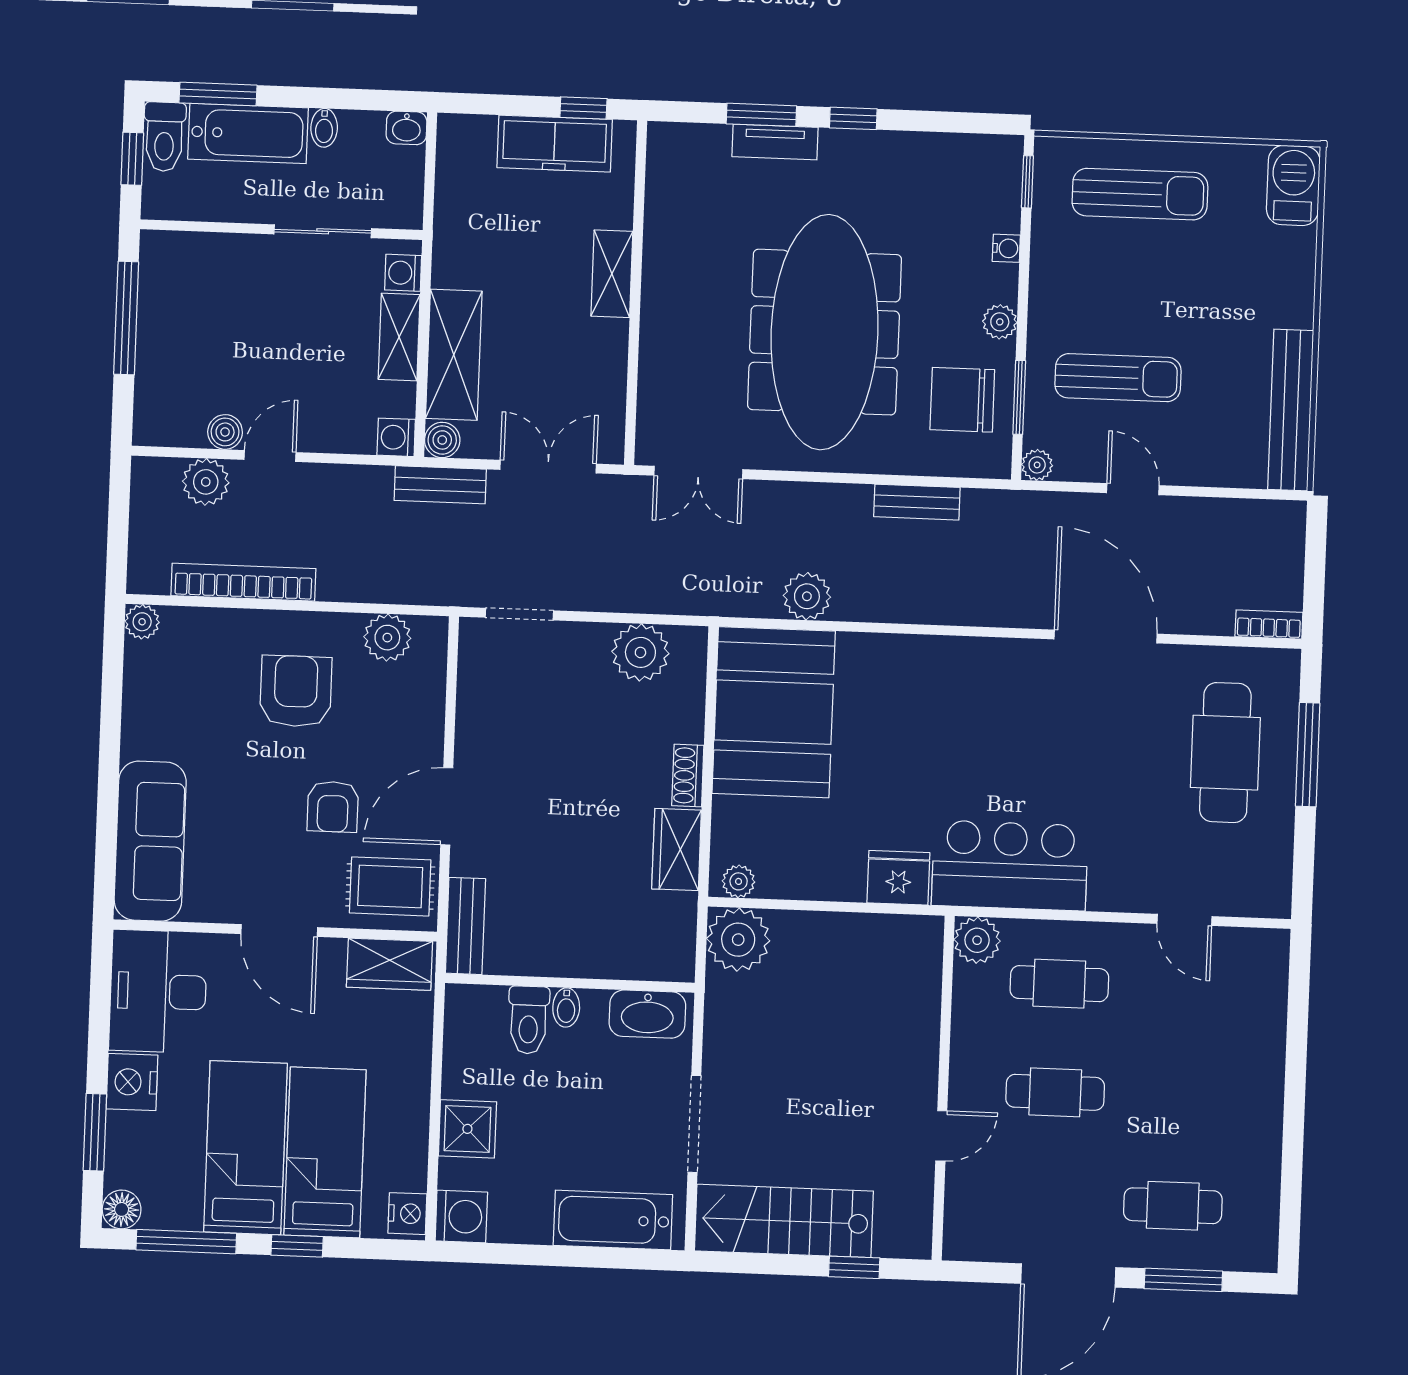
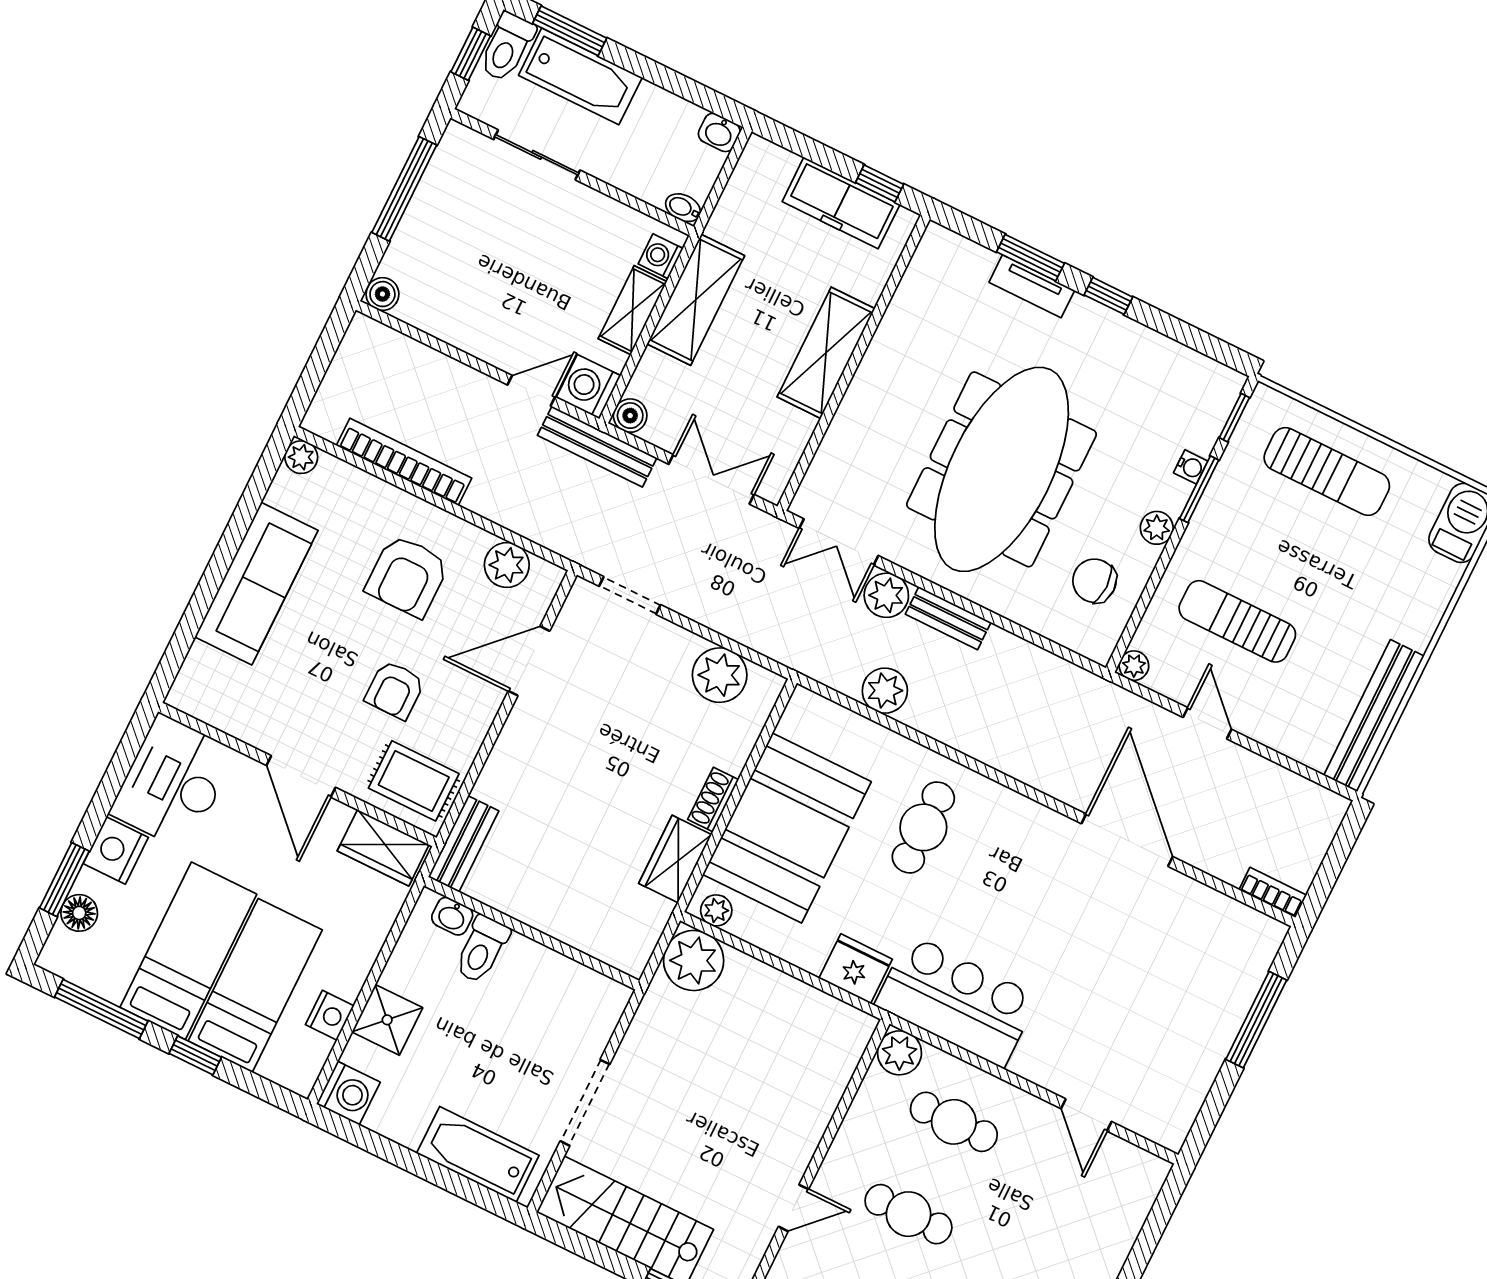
bidet: (324, 128) -> (683, 208), moved, turned 90
sliding door: (323, 231) -> (537, 155), moved
shelving: (612, 274) -> (826, 353), width x1.50, depth x1.33
shelving: (454, 355) -> (696, 300), moved
sun lounger: (1118, 378) -> (1237, 621), turned 180
window: (1019, 397) -> (1199, 489), moved
chair: (962, 400) -> (1094, 581), width x0.73, depth x0.73
boiler: (225, 432) -> (382, 294), moved
washing machine: (396, 437) -> (588, 387), width x1.38, depth x1.38
door: (270, 456) -> (531, 391), moved
plant: (206, 482) -> (886, 595), moved
bench: (440, 485) -> (597, 447), width x1.36
bench: (917, 502) -> (948, 618), moved
armchair: (296, 691) -> (407, 576), turned 180
booth: (774, 712) -> (787, 828), moved
cafe table: (1225, 753) -> (923, 827), moved, width x0.73, depth x0.74
door: (447, 806) -> (529, 661), moved
sofa: (150, 841) -> (256, 584), moved
bidet: (566, 1007) -> (519, 953), removed
washbasin: (647, 1014) -> (452, 916), moved, width x0.52, depth x0.69
floor lamp: (122, 1209) -> (79, 913), moved
nightstand: (407, 1214) -> (330, 1015), moved

